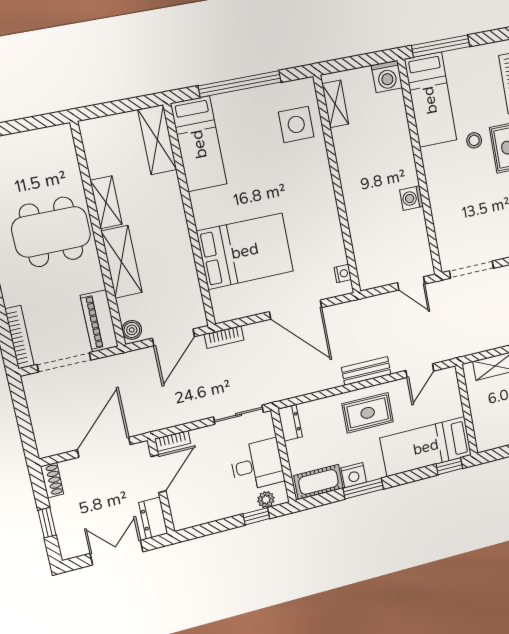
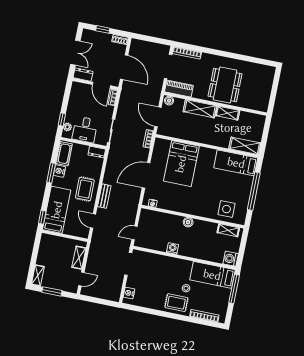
boiler: (351, 189) -> (188, 222), added

